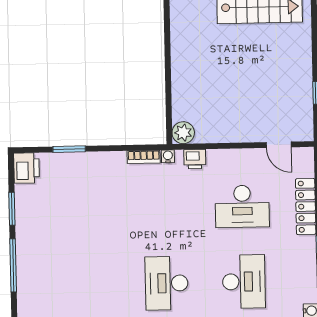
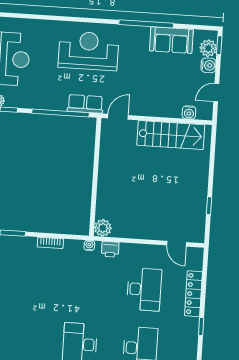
bookcase: (144, 157) -> (50, 243), moved
desk: (242, 206) -> (144, 289), turned -90

